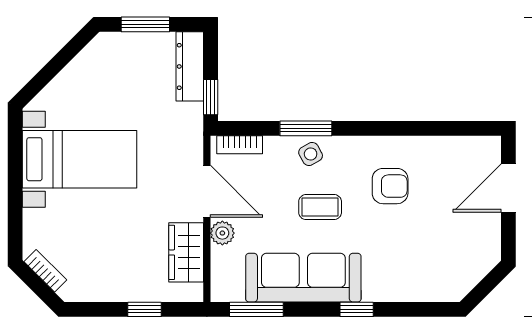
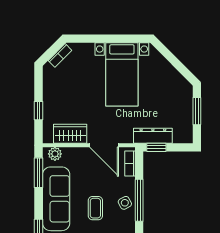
dresser: (190, 66) -> (153, 136), moved
window: (306, 128) -> (139, 200), width x1.44
door: (207, 191) -> (104, 145), hinge flipped
plant: (222, 233) -> (55, 154), moved

